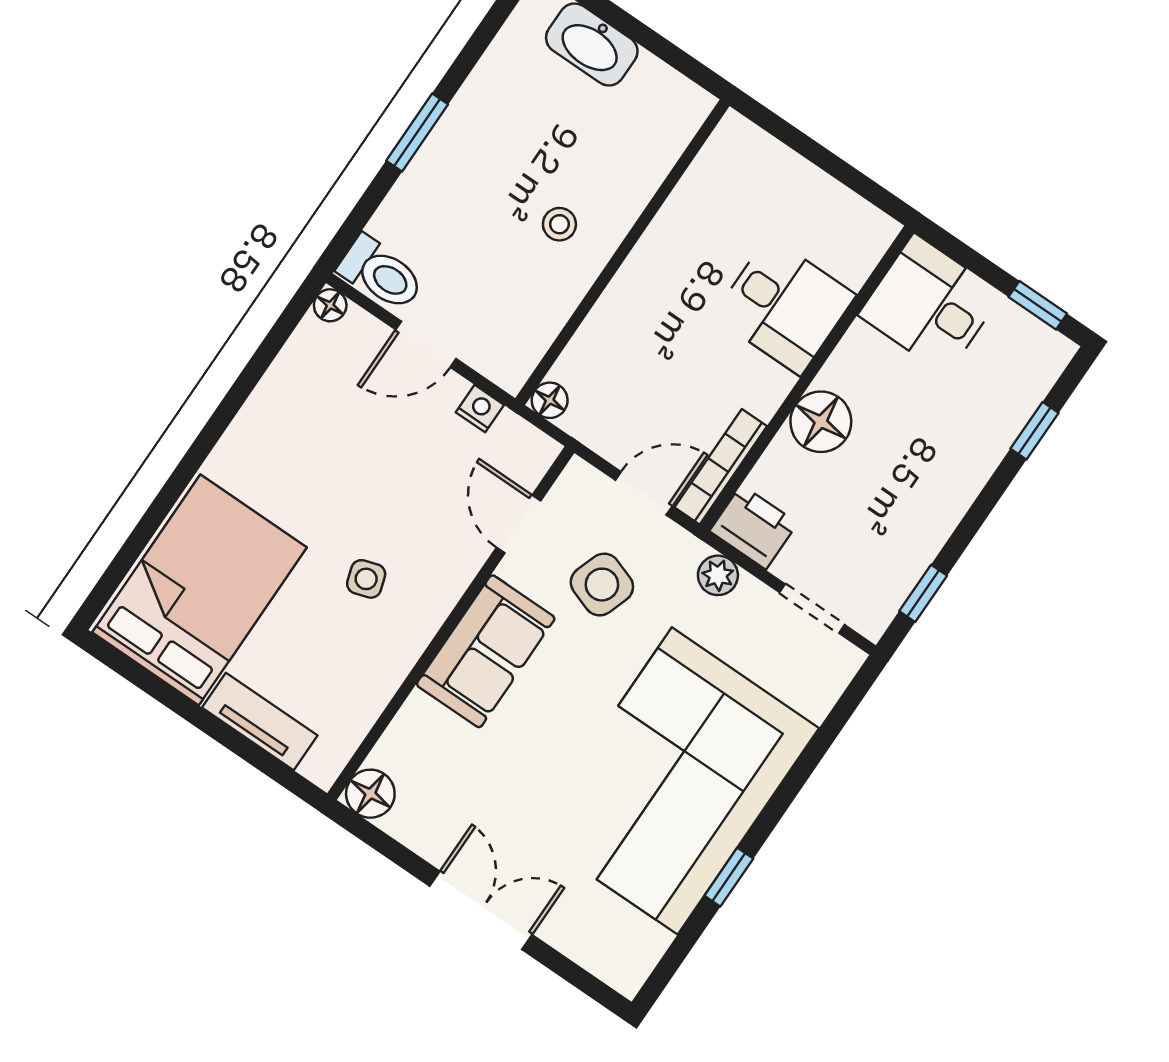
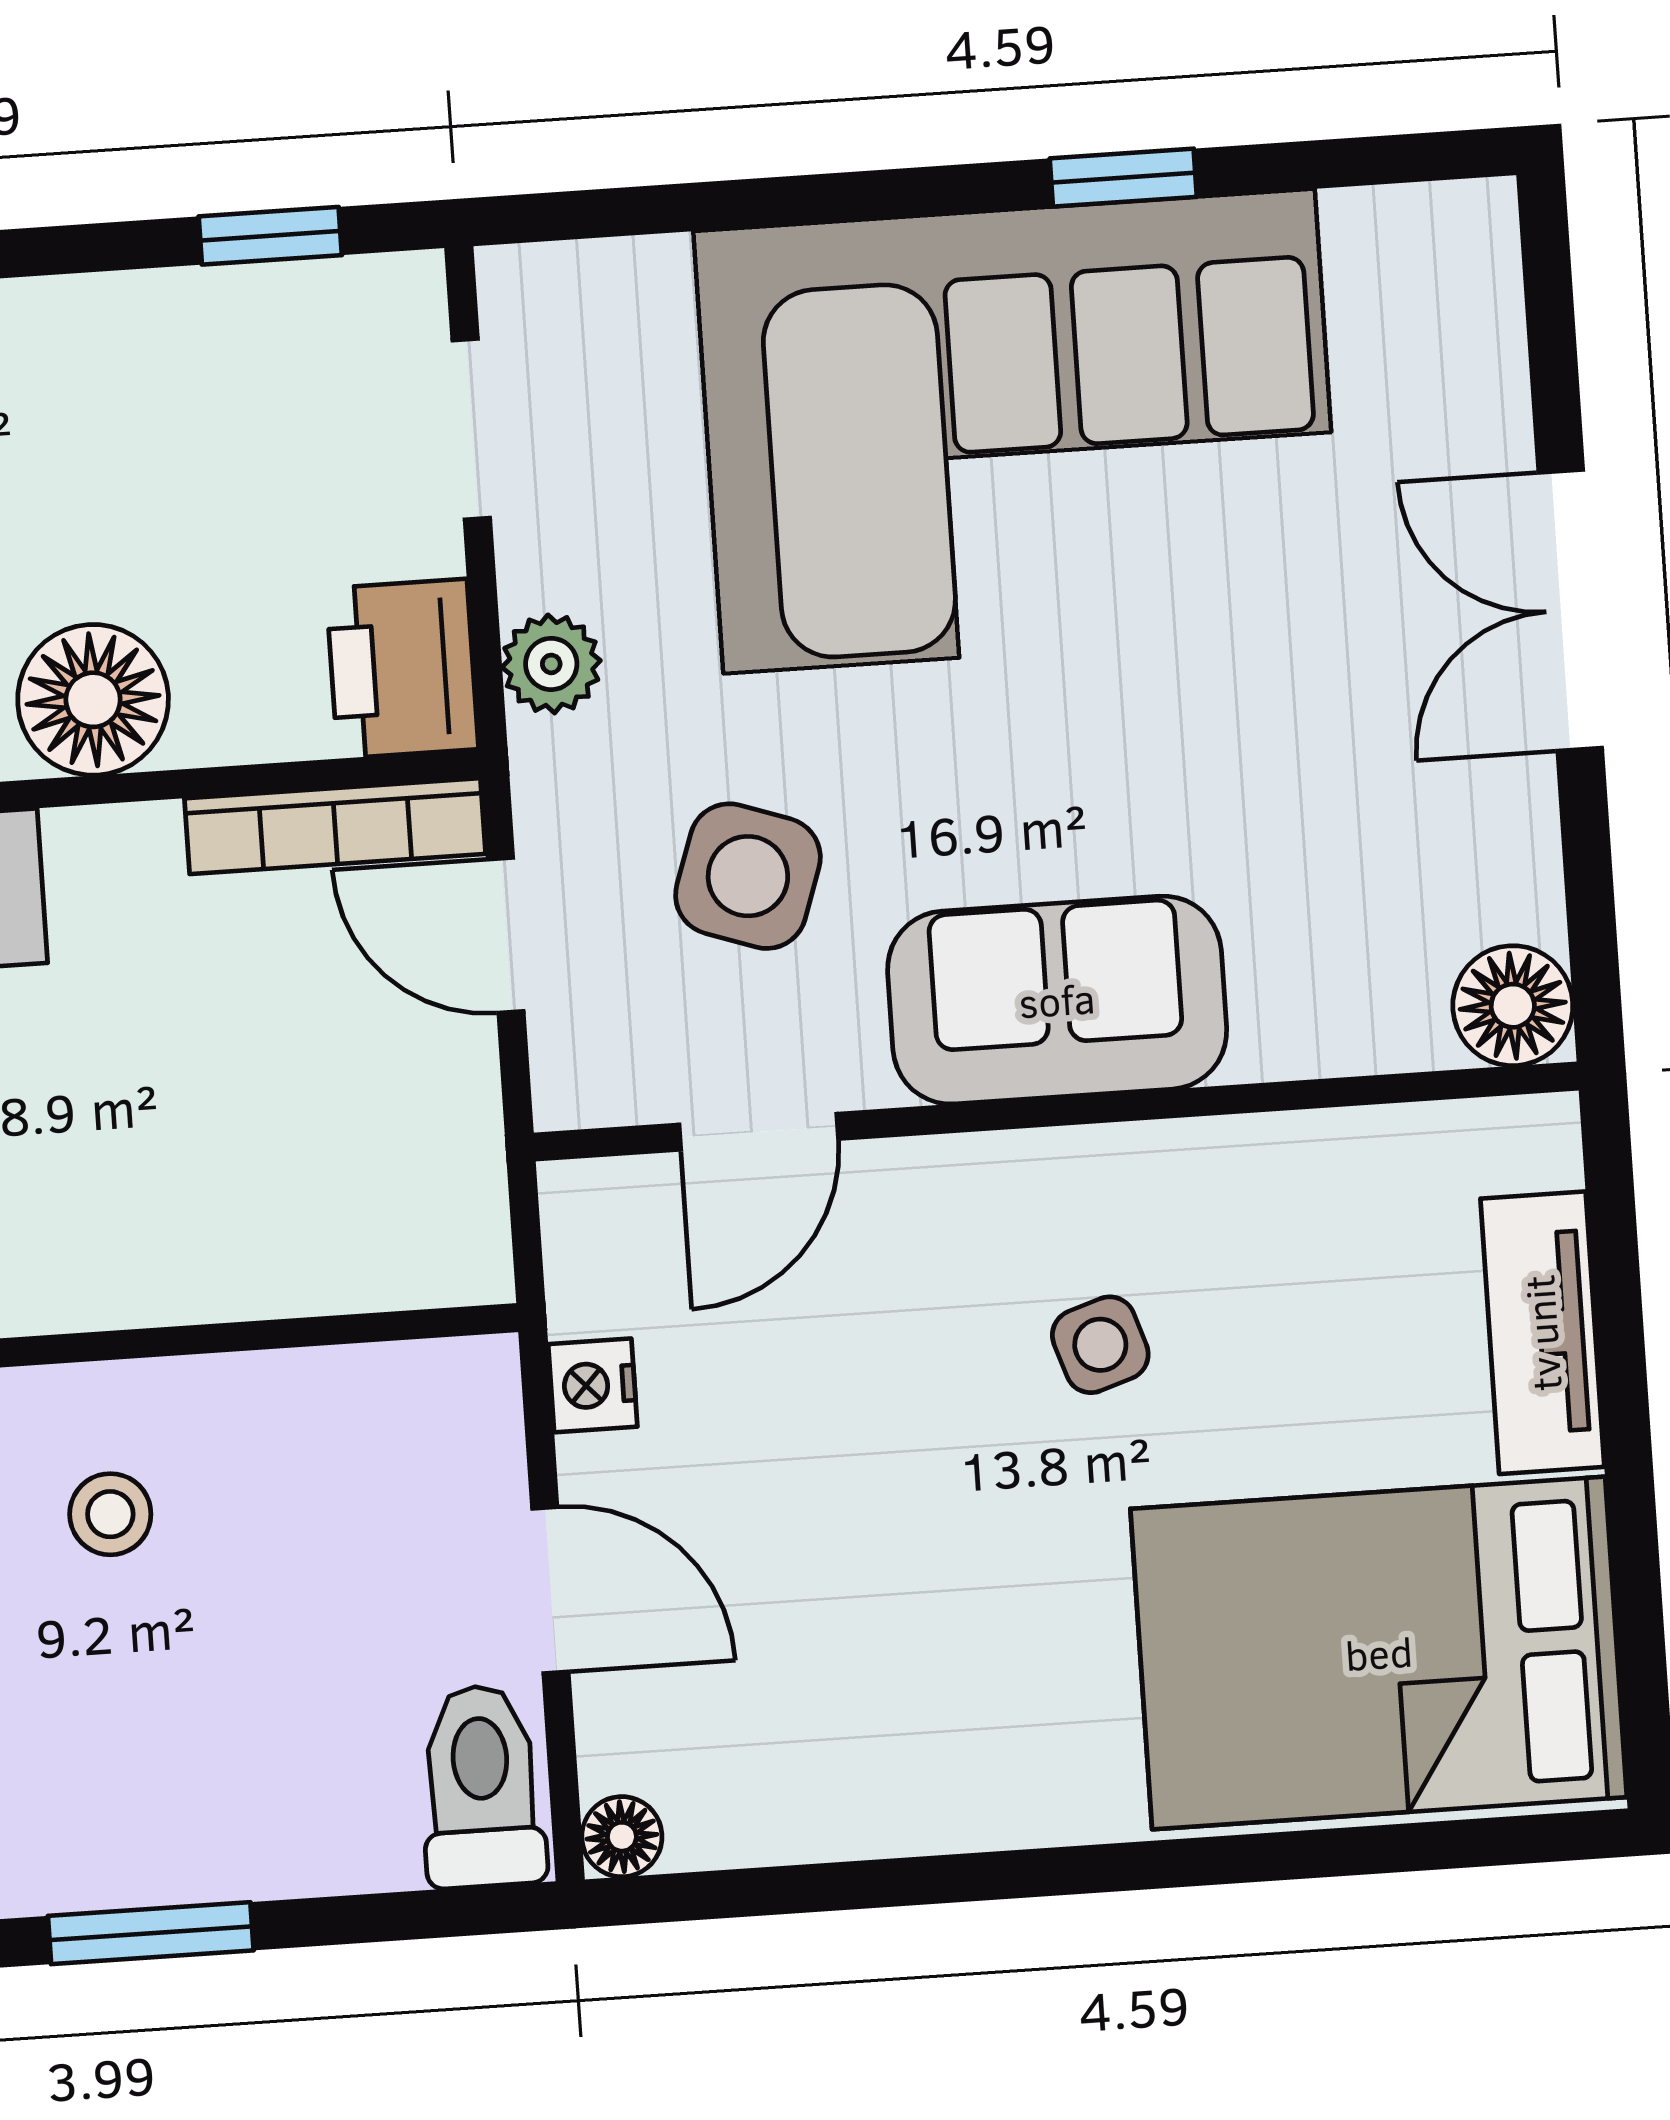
floor lamp: (550, 400) -> (469, 1262), removed

